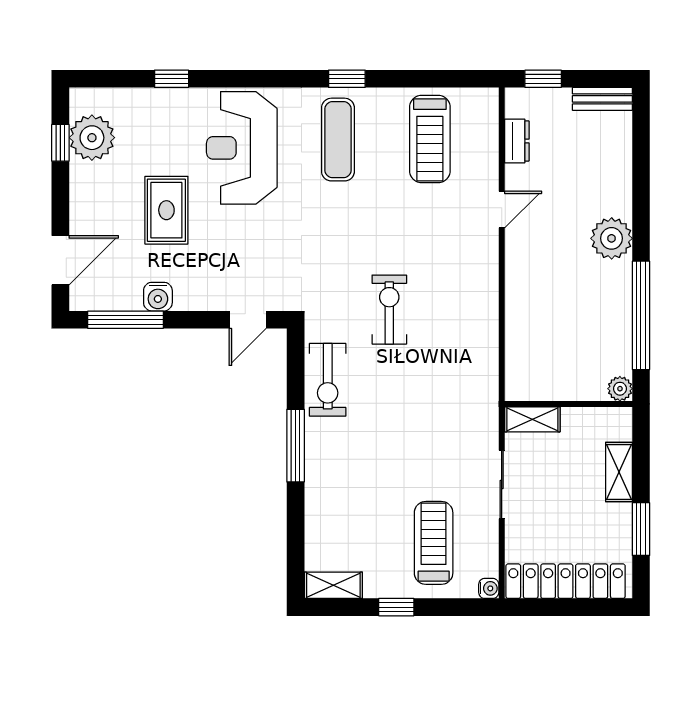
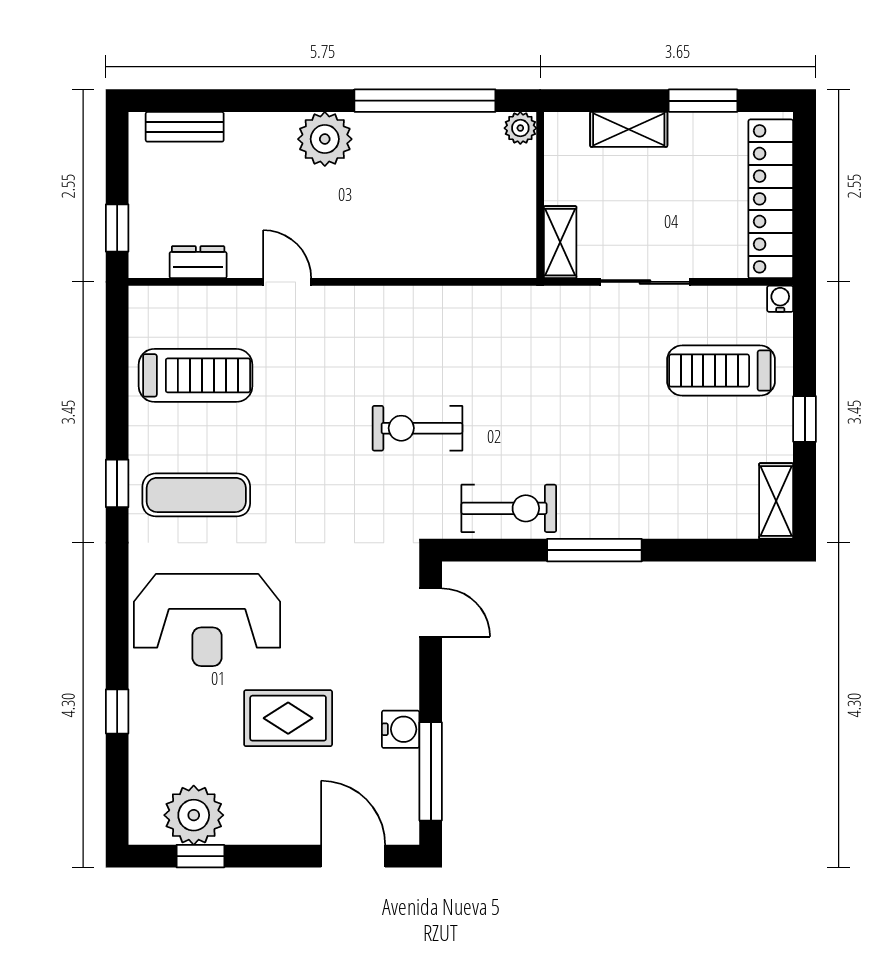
bench: (602, 99) -> (185, 127), moved, turned 90

